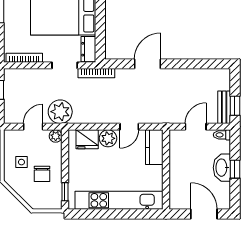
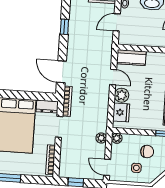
door: (148, 64) -> (61, 72), moved
window: (186, 64) -> (64, 27), added
plant: (60, 112) -> (101, 138), width x0.53, depth x0.53
door: (33, 127) -> (107, 167), moved
door: (196, 127) -> (117, 22), hinge flipped

